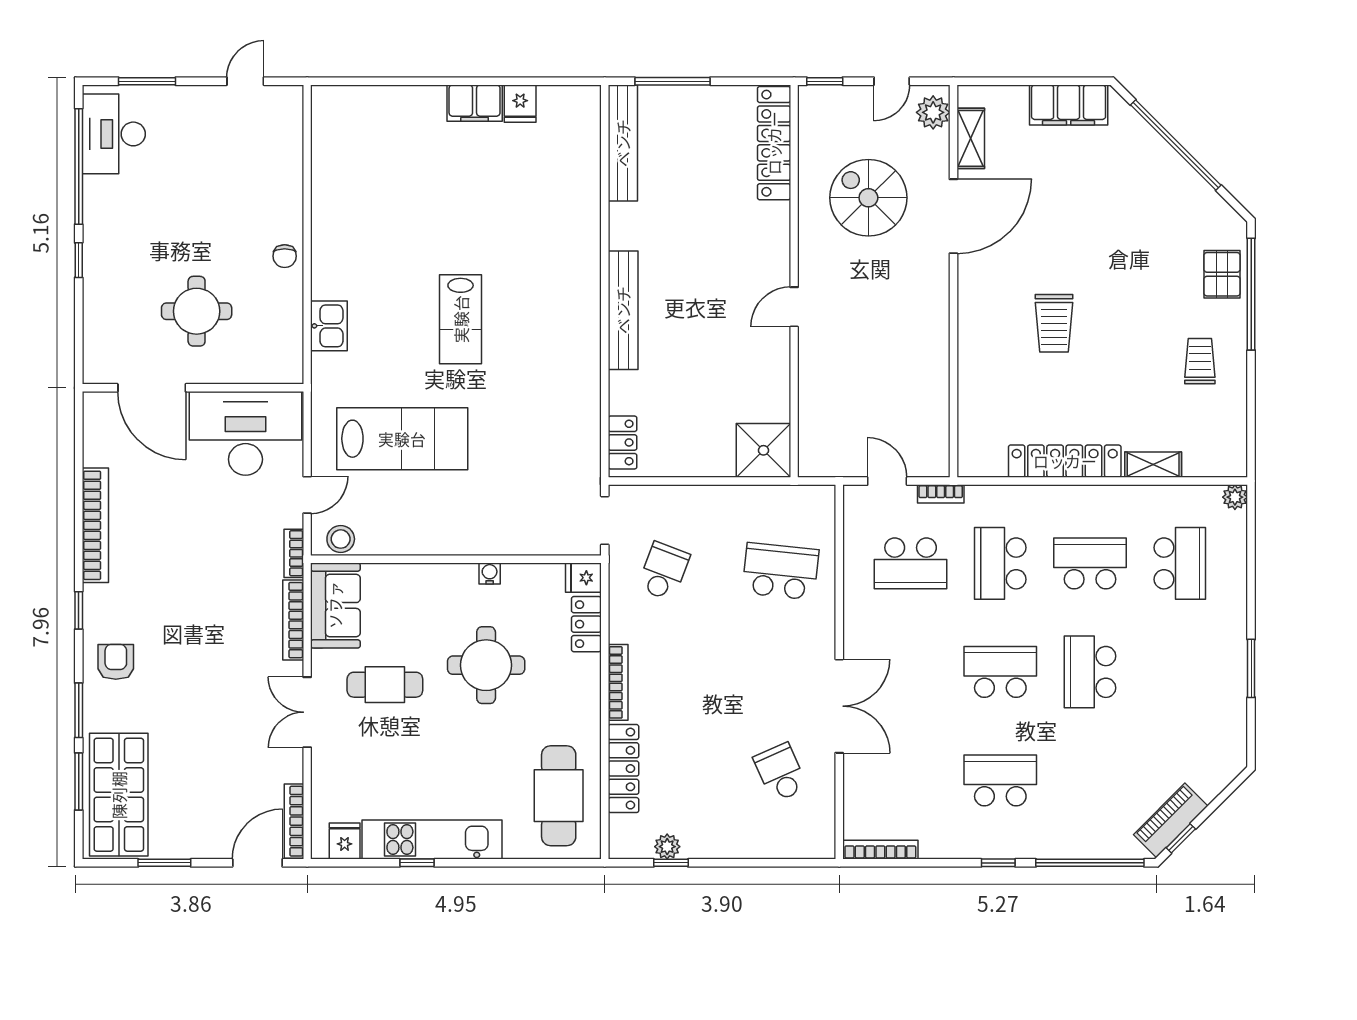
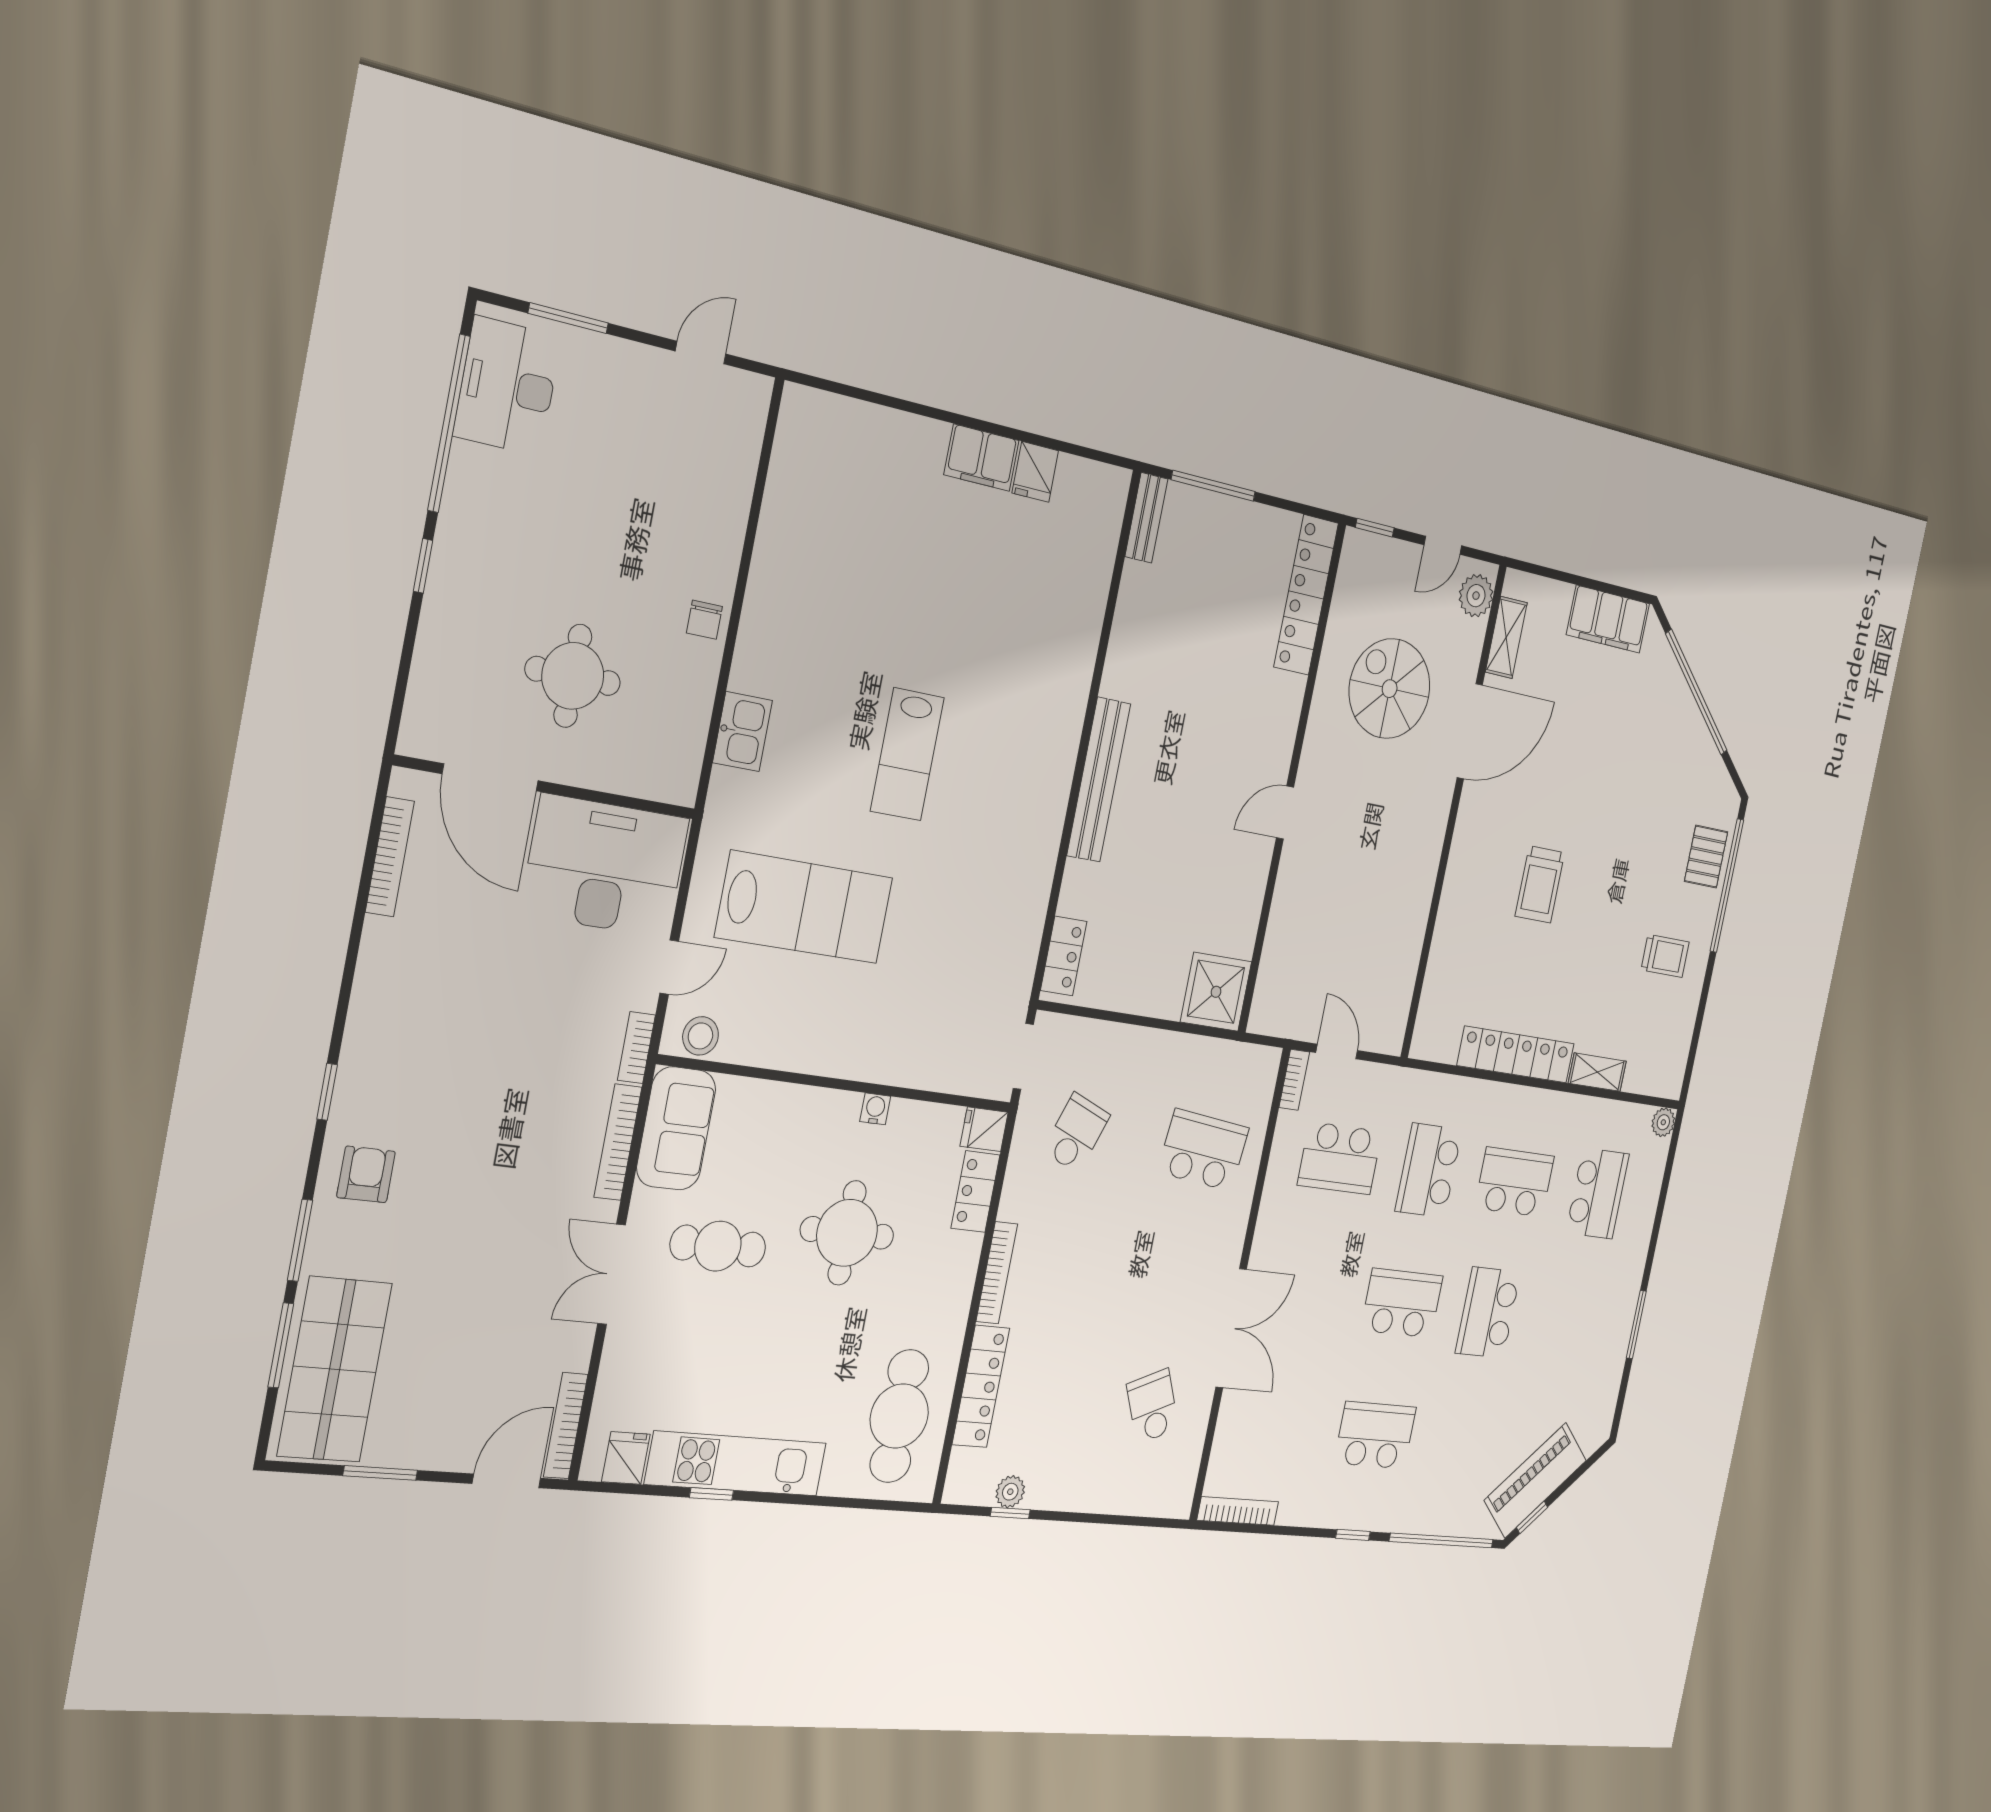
bench: (623, 143) -> (1146, 518), width x0.54, depth x0.82
trolley: (1200, 361) -> (1665, 956), turned 90
bookcase: (941, 494) -> (1294, 1080), moved, turned -90
bookcase: (95, 525) -> (390, 857), moved, width x0.68, depth x0.76
piano: (1171, 820) -> (1535, 1480), width x1.37, depth x1.33

